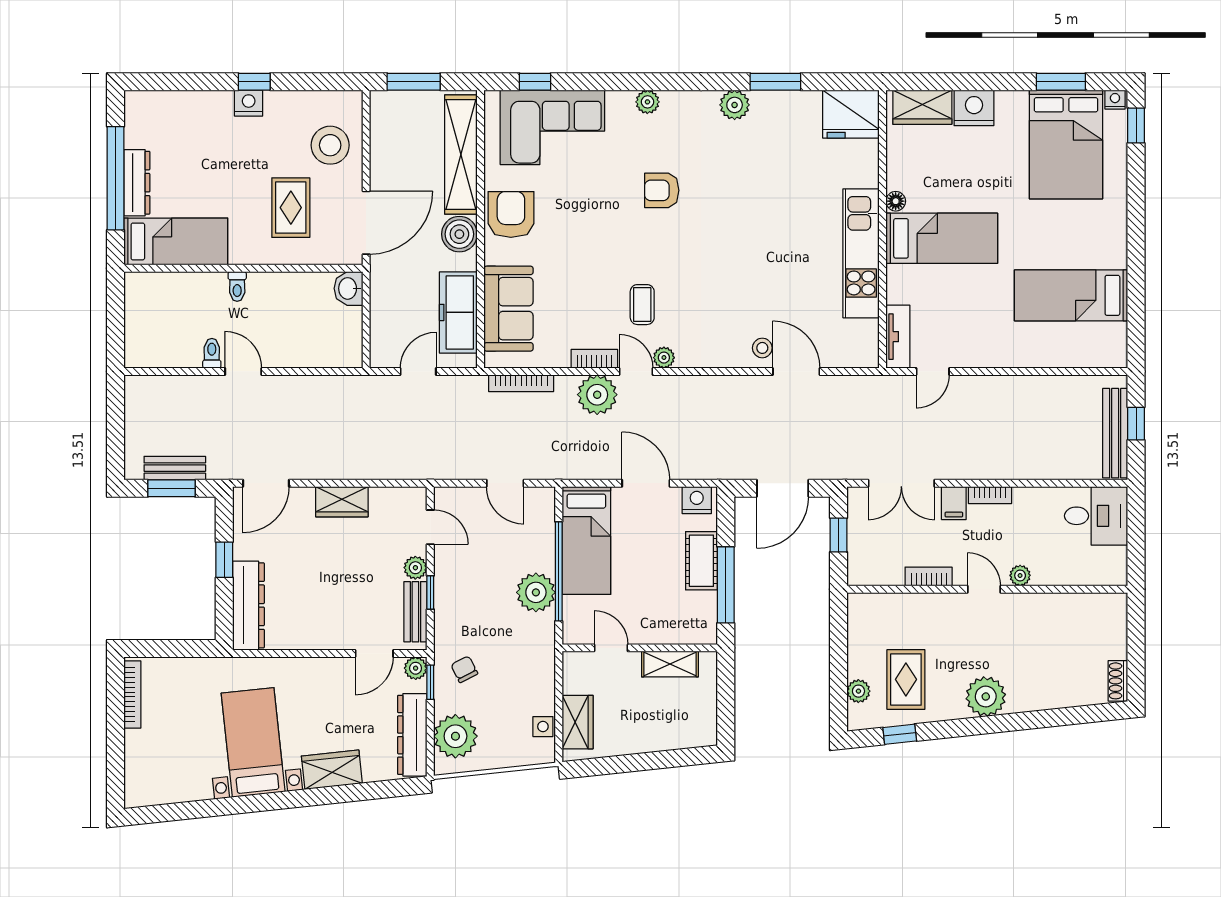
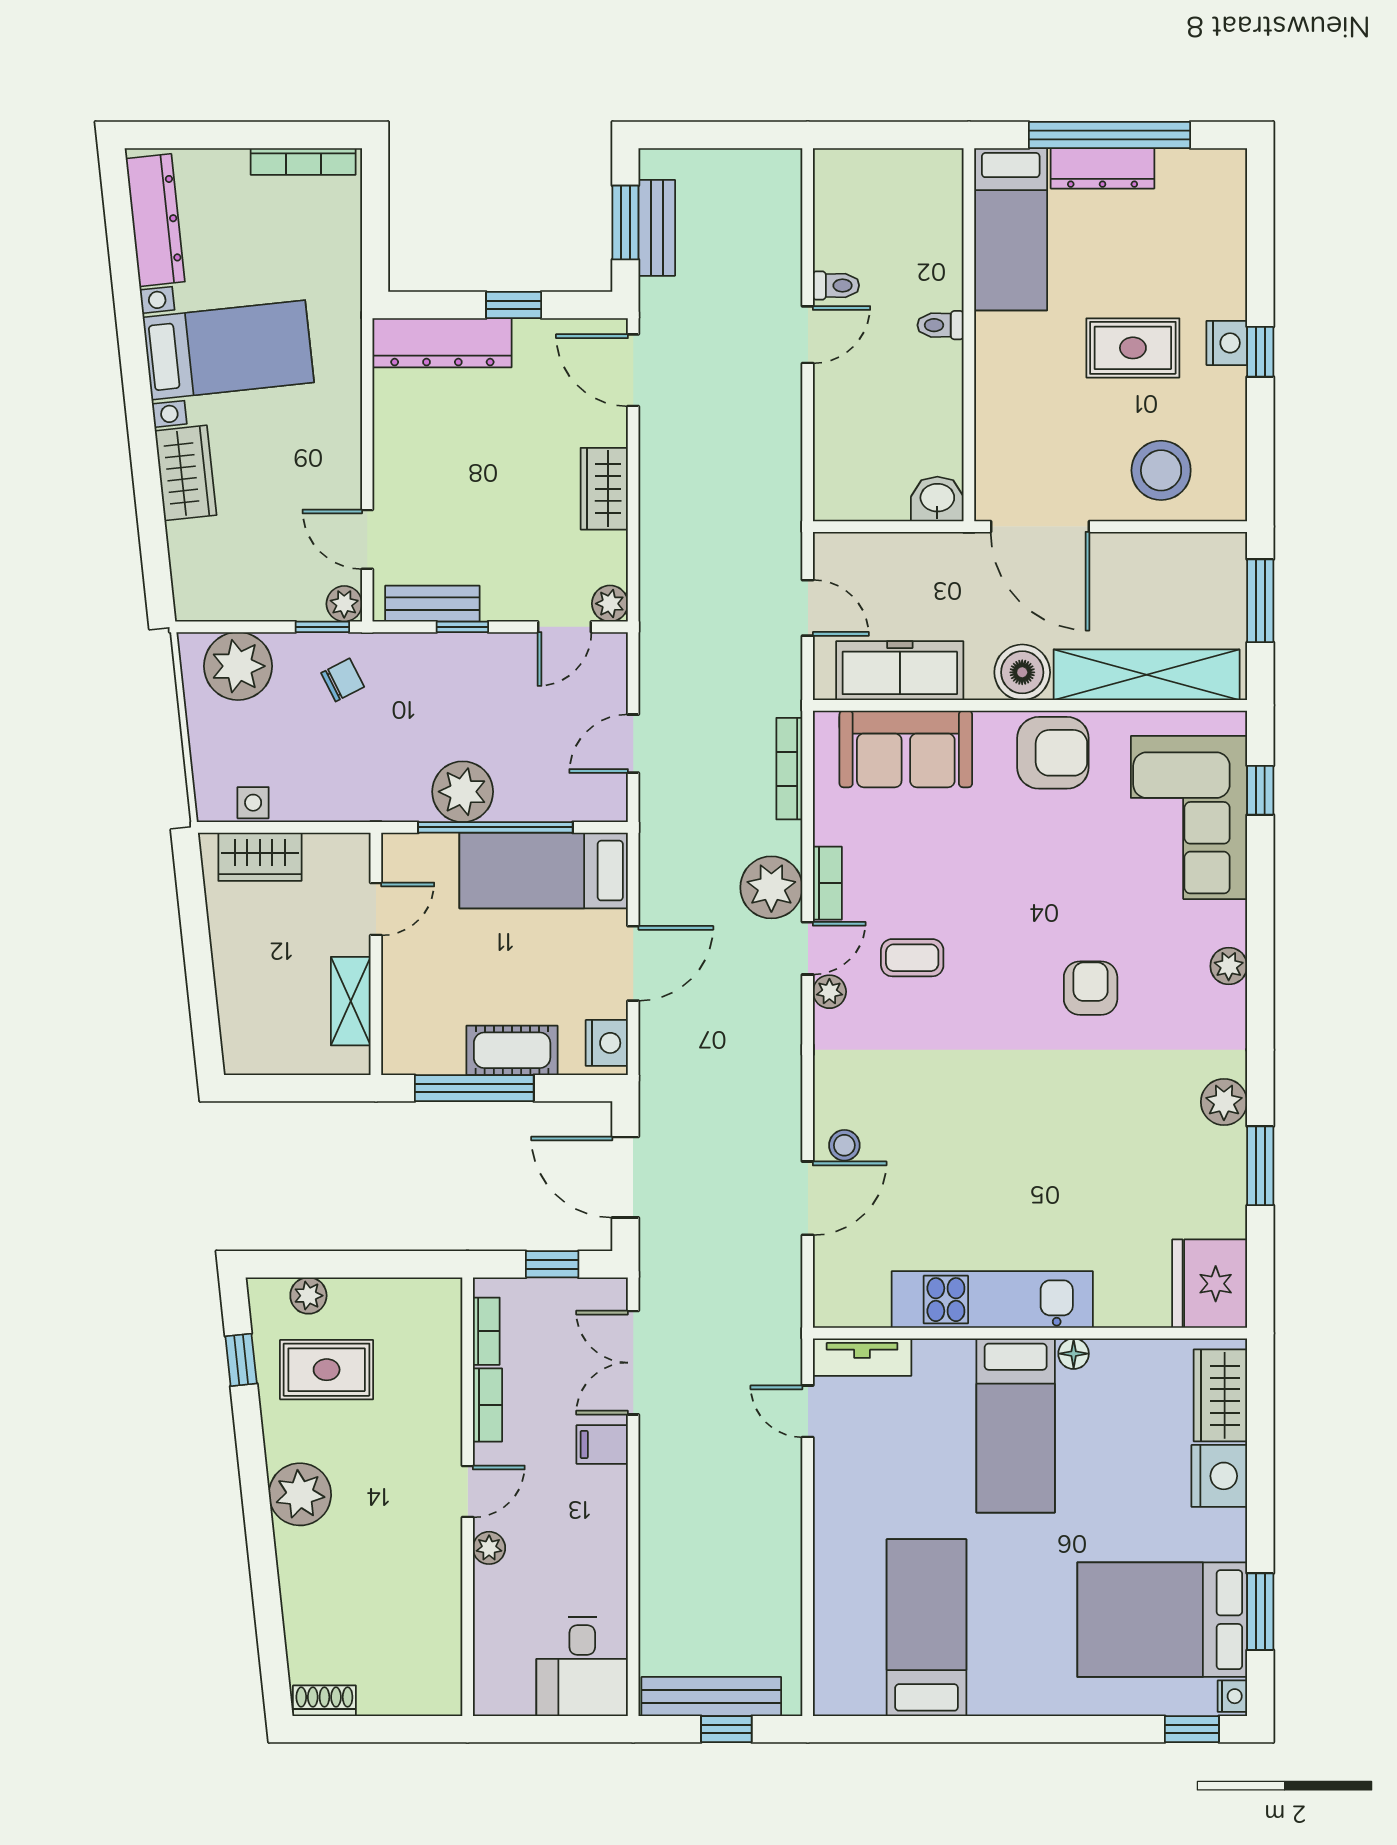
rug: (291, 208) -> (1133, 348), moved
bookcase: (990, 495) -> (486, 1331), moved, turned 180
plant: (415, 568) -> (610, 604), moved
dresser: (412, 735) -> (155, 220), moved, turned 84

